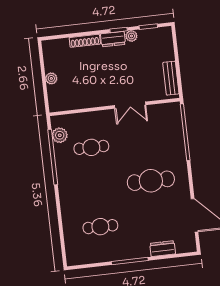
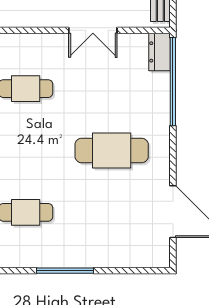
dresser: (163, 249) -> (160, 52), moved, turned -90

